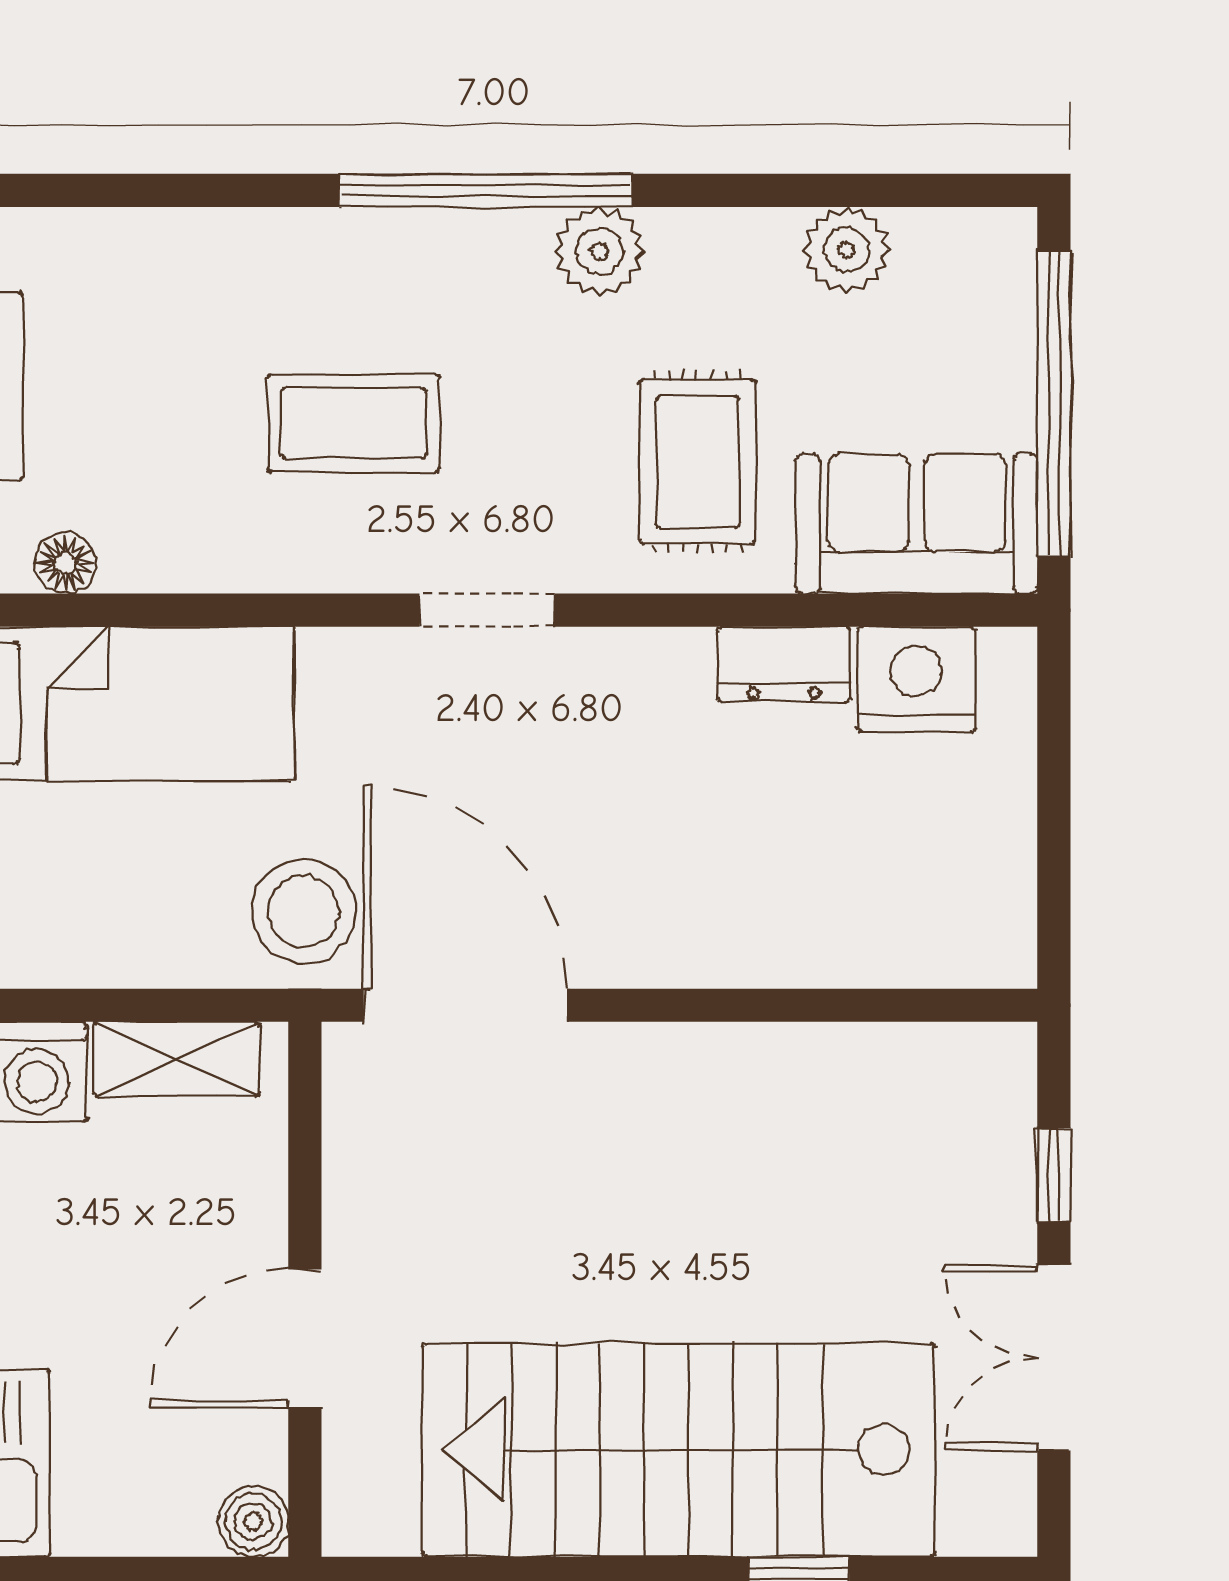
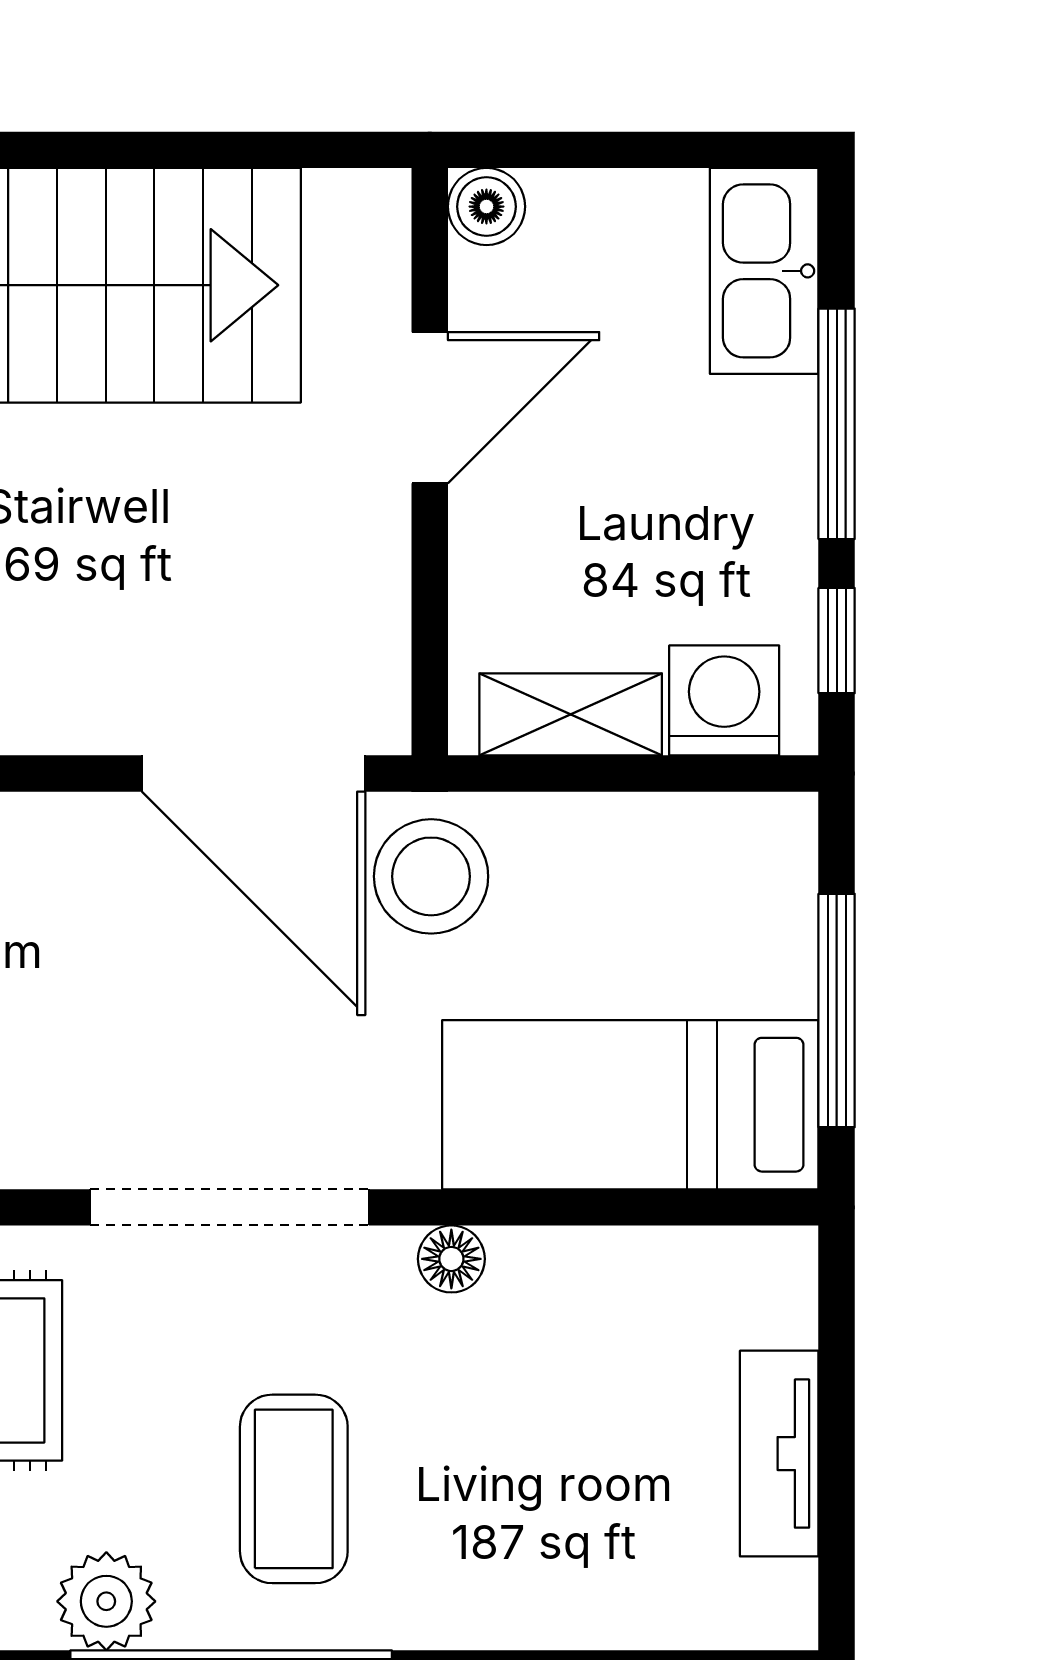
coffee table: (353, 423) -> (294, 1489), moved, turned 90
floor lamp: (65, 563) -> (451, 1259), moved
doorway: (487, 610) -> (230, 1207), width x1.87

